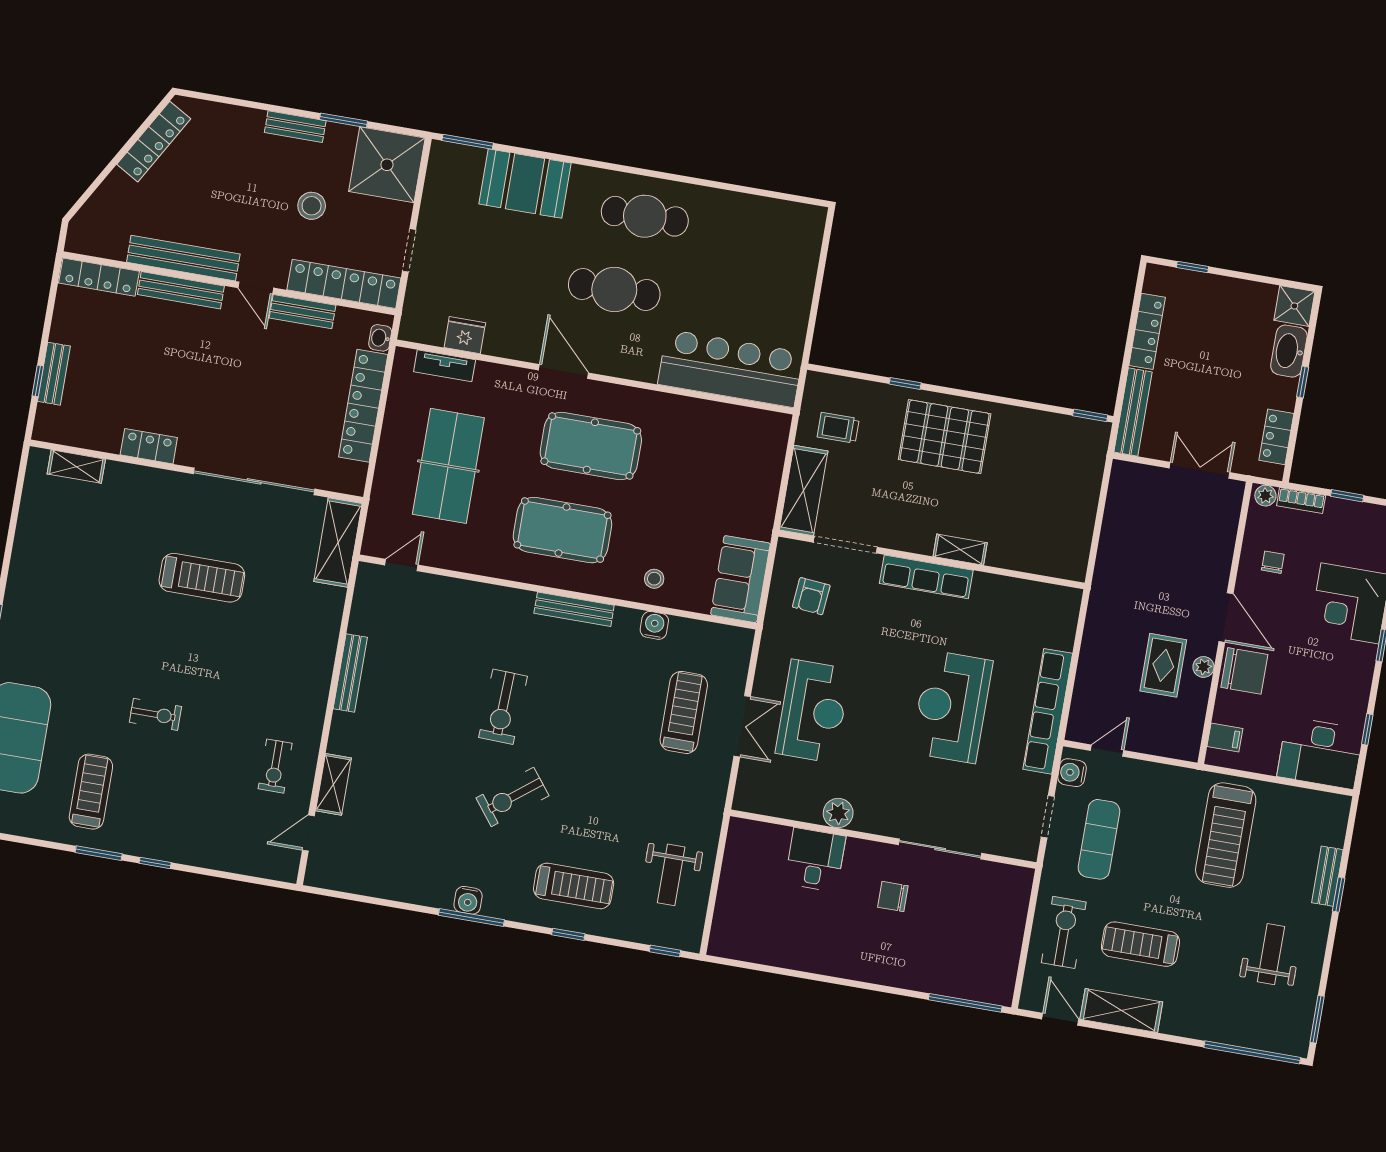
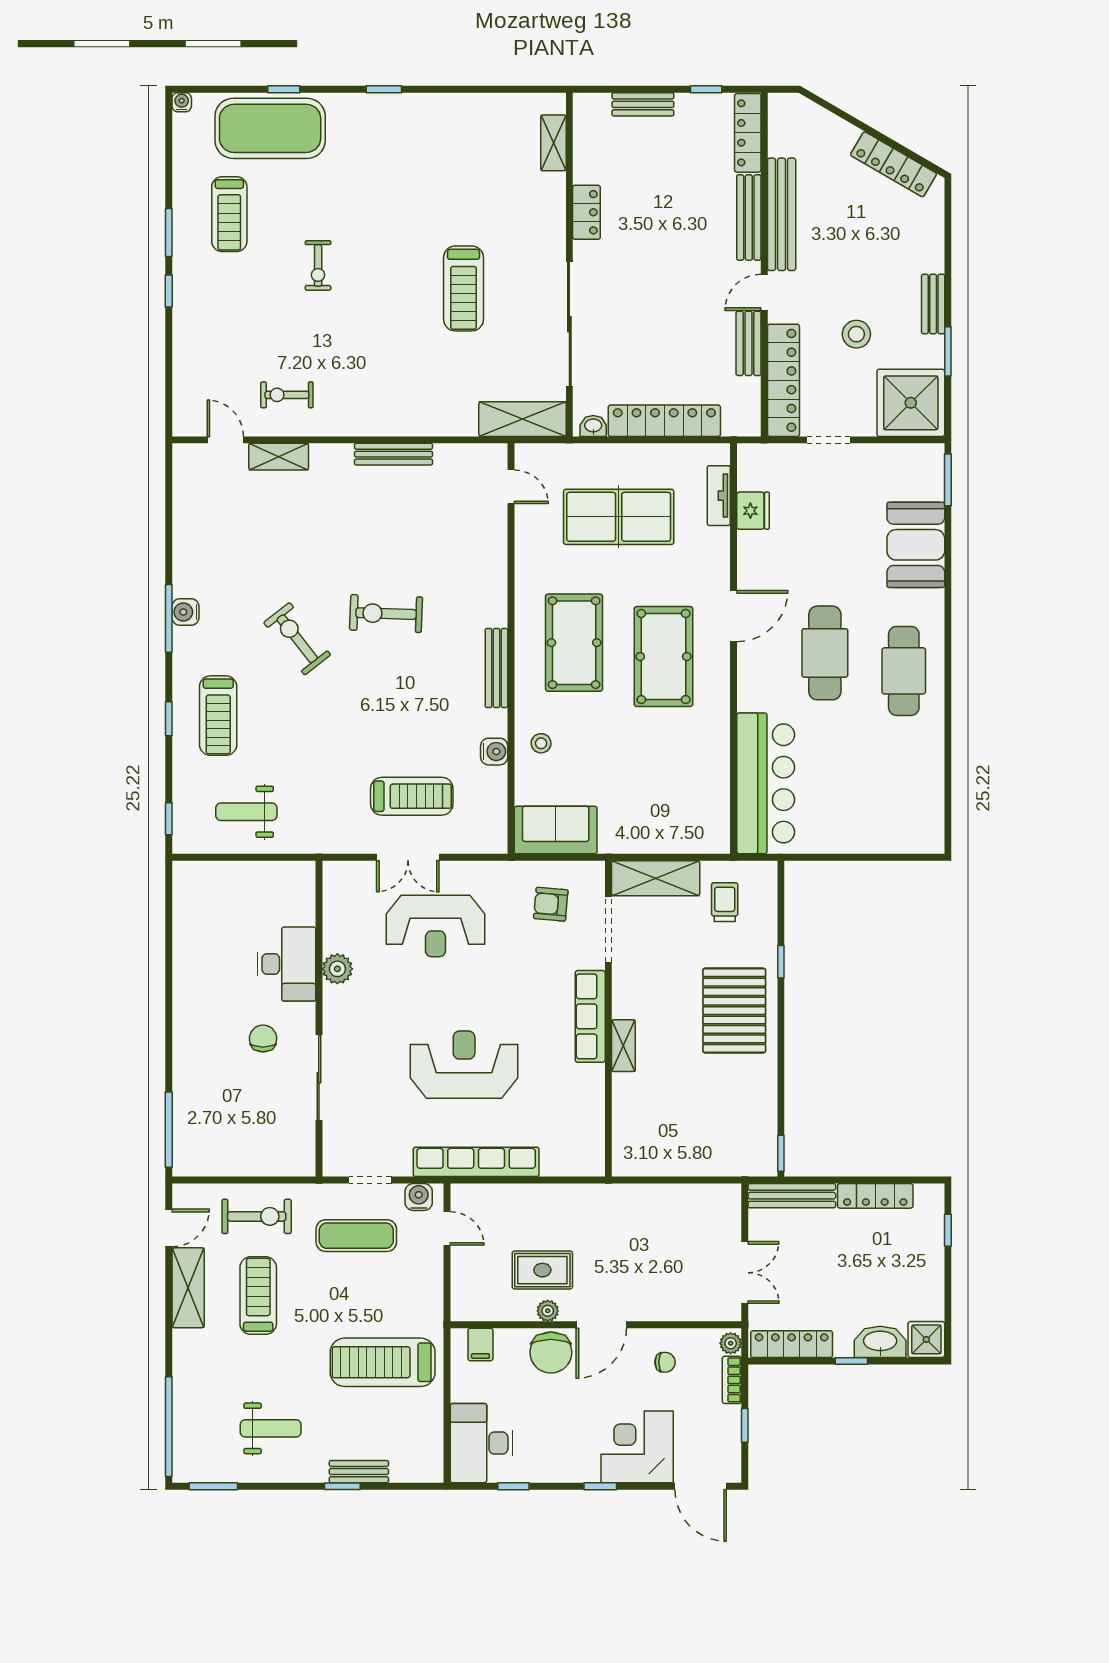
washbasin: (380, 338) -> (593, 426), moved
window: (38, 381) -> (706, 89), moved
locker: (1276, 437) -> (792, 1344), width x1.53
treadmill: (91, 792) -> (229, 214), turned 90
desk: (815, 860) -> (286, 964), width x1.37

